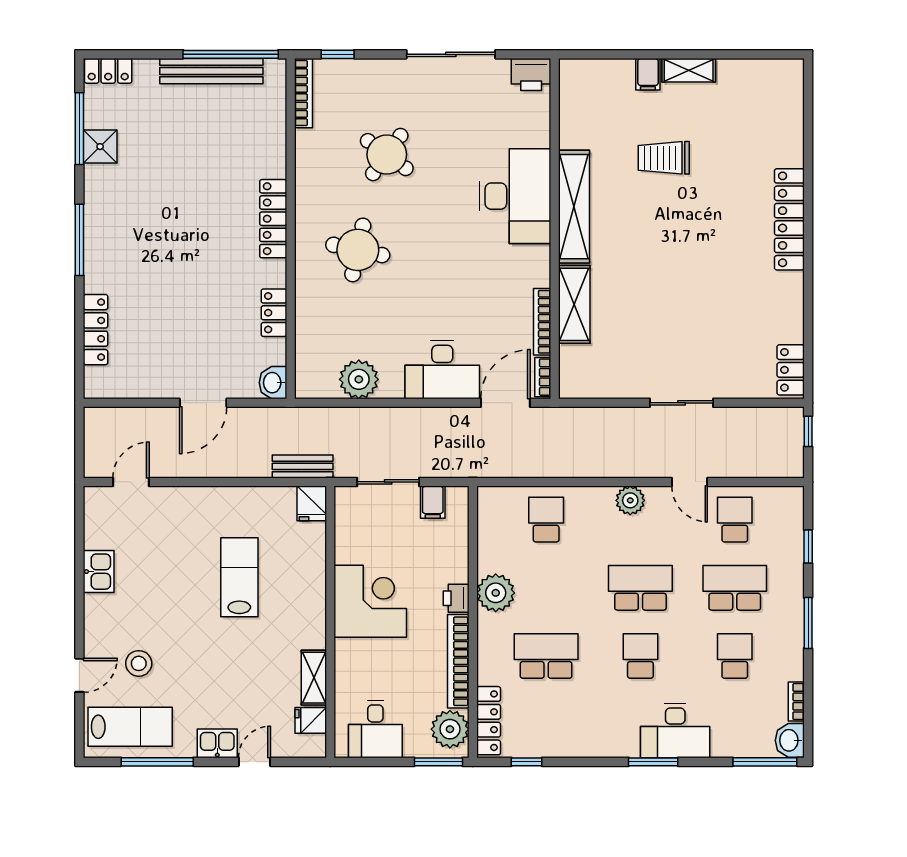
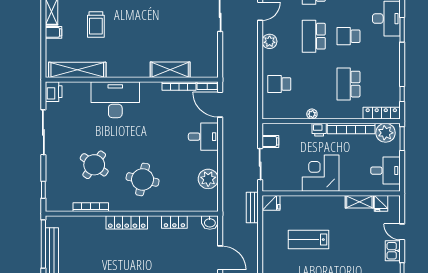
bookcase: (303, 93) -> (91, 207), moved
shelving: (574, 207) -> (77, 70), moved
desk: (442, 370) -> (203, 137), width x0.73
plant: (496, 593) -> (312, 114), width x0.53, depth x0.53

